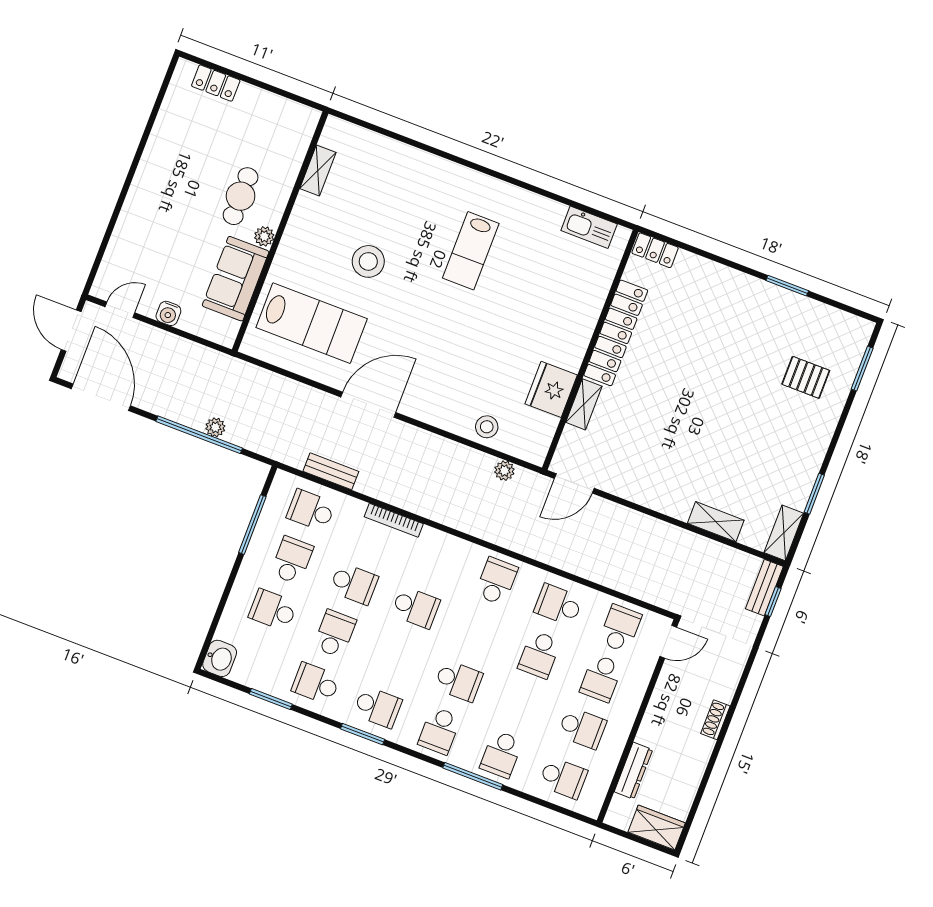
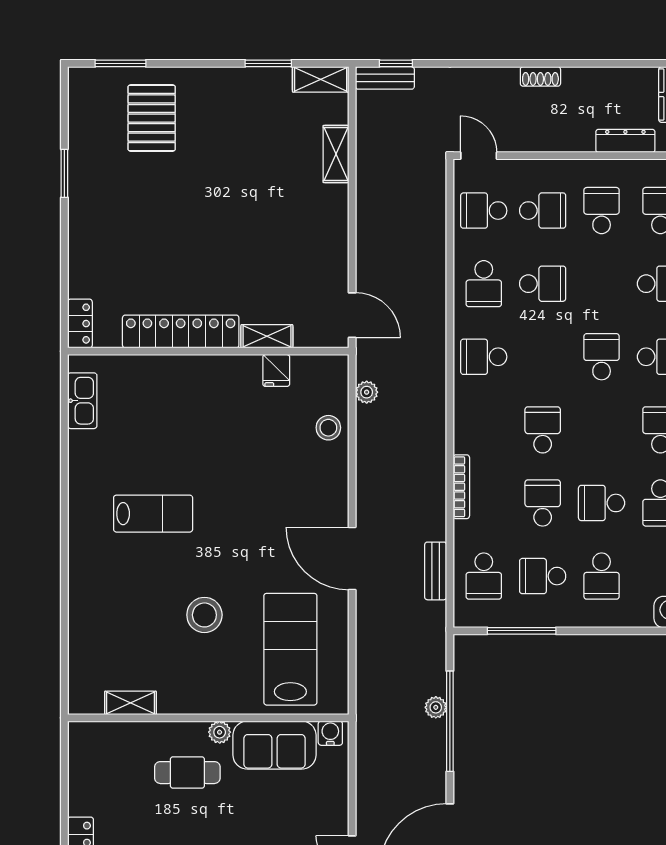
water cooler: (168, 313) -> (330, 733), moved, turned -90
pallet: (806, 377) -> (152, 118), width x1.50, depth x1.42
fridge: (551, 389) -> (276, 370), width x0.53, depth x0.75

